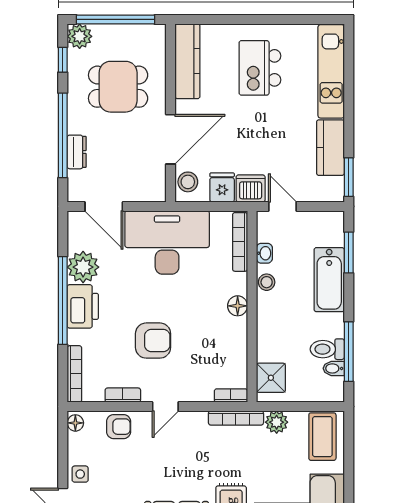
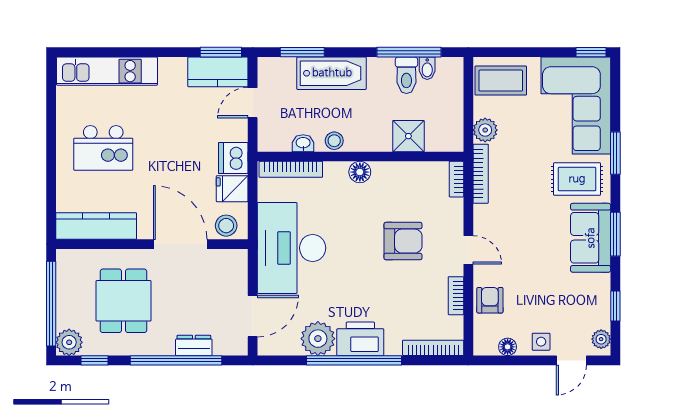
kitchen counter: (330, 148) -> (218, 72), moved
door: (282, 206) -> (253, 103), moved
armchair: (153, 341) -> (403, 241), moved, turned 90
shower: (271, 378) -> (408, 136), moved
floor lamp: (75, 423) -> (508, 347), moved

